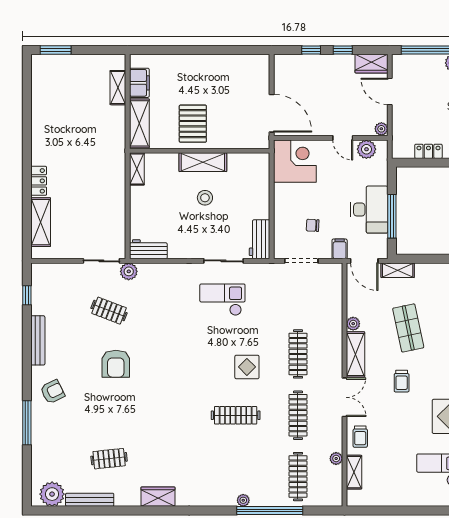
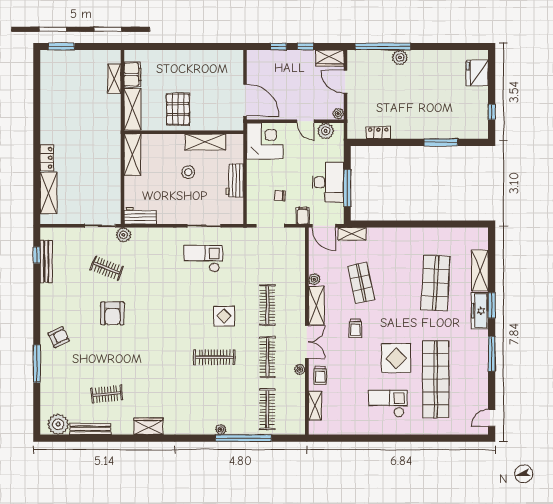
shelving: (203, 162) -> (205, 142), moved
shelving: (137, 169) -> (132, 155), width x1.50, depth x1.33
workbench: (260, 239) -> (235, 181), moved
bench: (38, 340) -> (46, 261), moved
plant: (336, 458) -> (300, 370), moved

